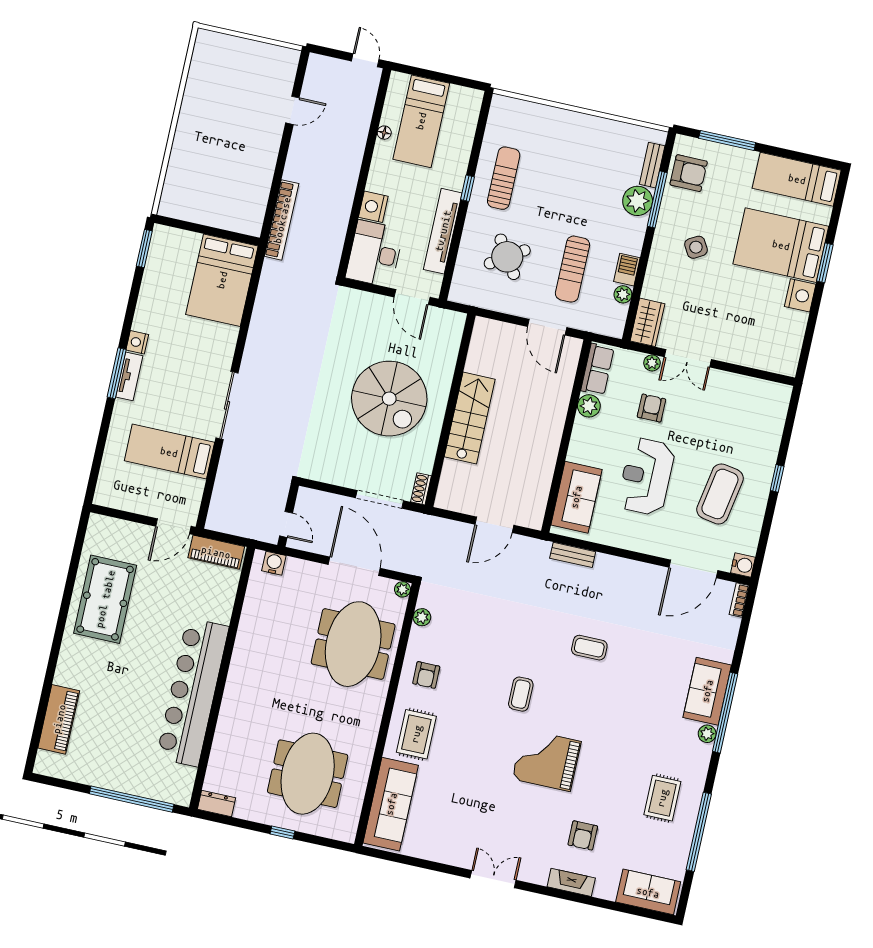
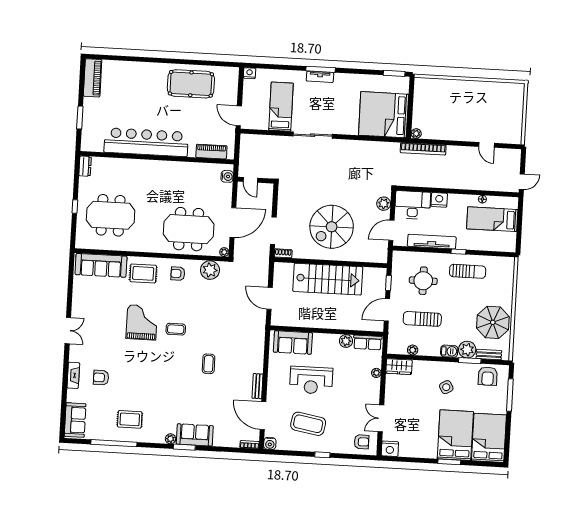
parasol: (598, 149) -> (493, 322), added
bed: (797, 179) -> (489, 438), width x1.50
window: (657, 199) -> (470, 361), width x0.69
plant: (253, 228) -> (416, 134), added
round table: (507, 257) -> (423, 281), turned 33
barbecue: (627, 270) -> (449, 351), moved
bed: (222, 280) -> (384, 115), width x1.36
nightstand: (800, 295) -> (390, 449), moved
plant: (364, 303) -> (384, 204), added
window: (501, 317) -> (388, 283), added
nightstand: (137, 342) -> (249, 73), moved
double door: (688, 358) -> (381, 418), moved
armchair: (651, 408) -> (361, 442), moved
stairs: (470, 418) -> (328, 279), width x1.36, depth x1.51
reception desk: (646, 477) -> (311, 380), turned 180
door: (286, 524) -> (250, 180), hinge flipped
piano: (216, 552) -> (211, 152), moved, turned 90
bench: (573, 555) -> (257, 386), moved
plant: (422, 617) -> (210, 270), width x1.88, depth x1.88
window: (725, 713) -> (184, 447), width x0.47
piano: (59, 719) -> (93, 78), moved, turned -90
grand piano: (547, 760) -> (142, 322), moved
window: (132, 799) -> (80, 118), width x0.47

